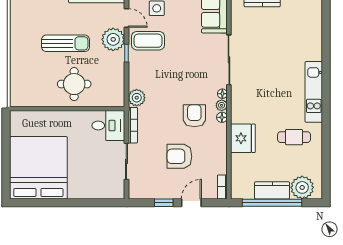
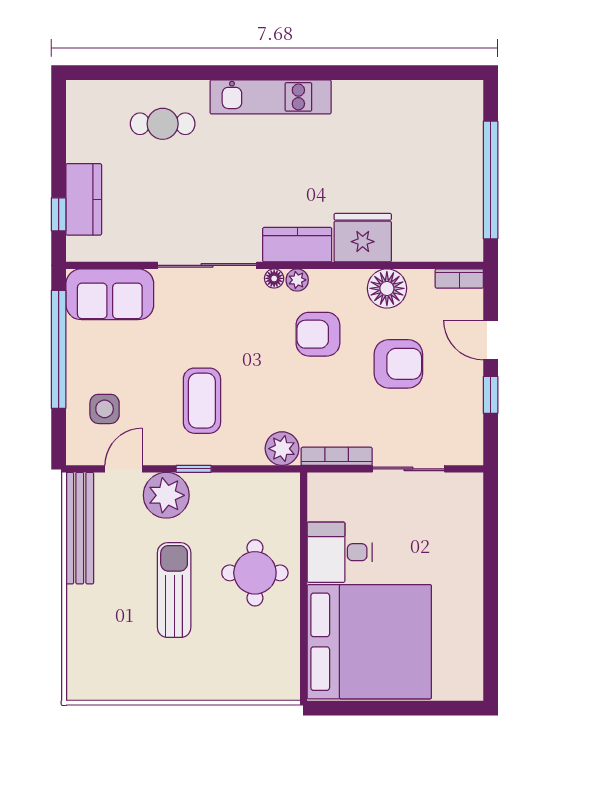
coffee table: (148, 41) -> (202, 401), moved
floor lamp: (222, 117) -> (387, 288), moved, width x1.89, depth x1.89
desk: (108, 125) -> (340, 552), moved, turned -90
cafe table: (294, 137) -> (163, 124), moved, turned 90
armchair: (179, 156) -> (398, 364), turned -90
bed: (38, 168) -> (369, 642), moved, turned 180
plant: (302, 187) -> (460, 120), removed
kitchen counter: (272, 190) -> (297, 245), moved, turned 90

